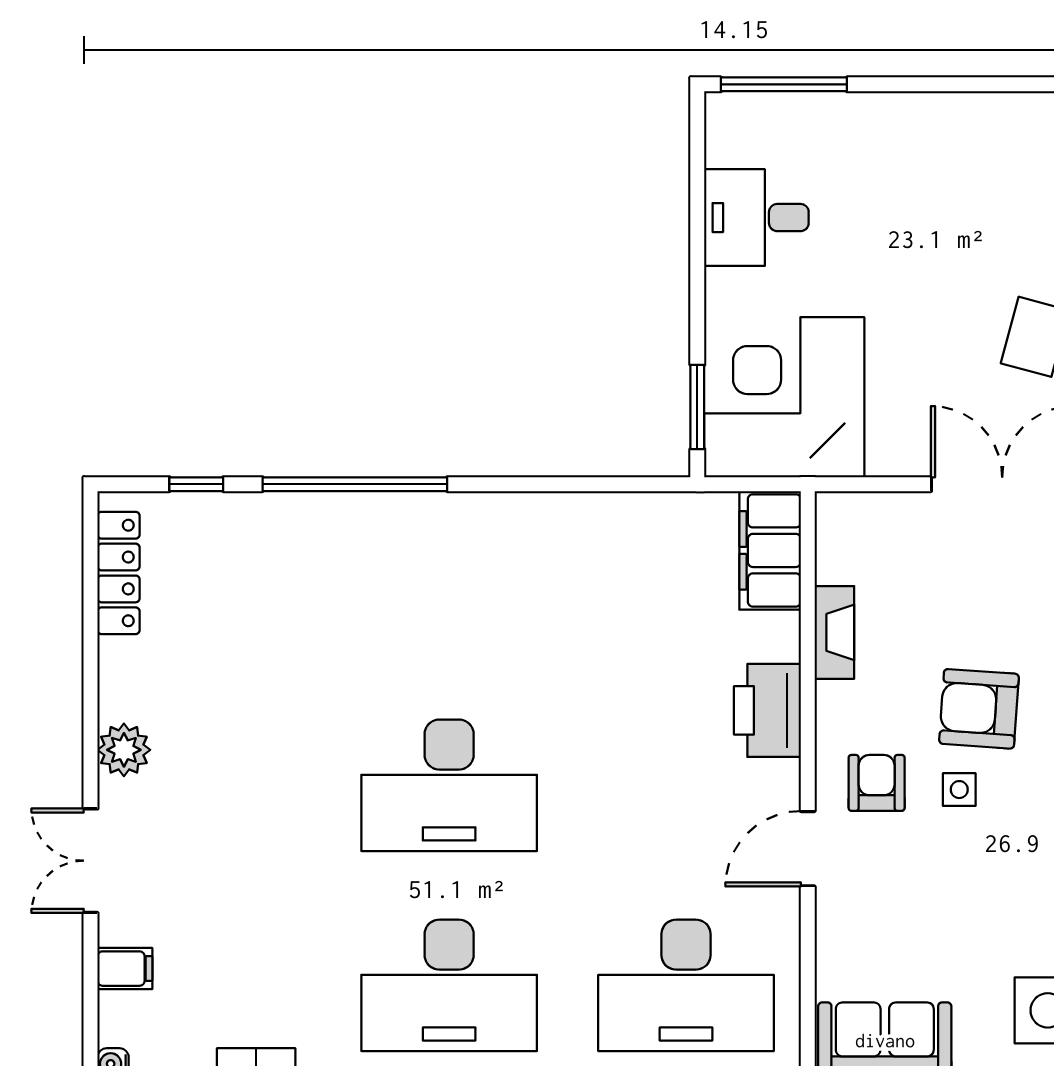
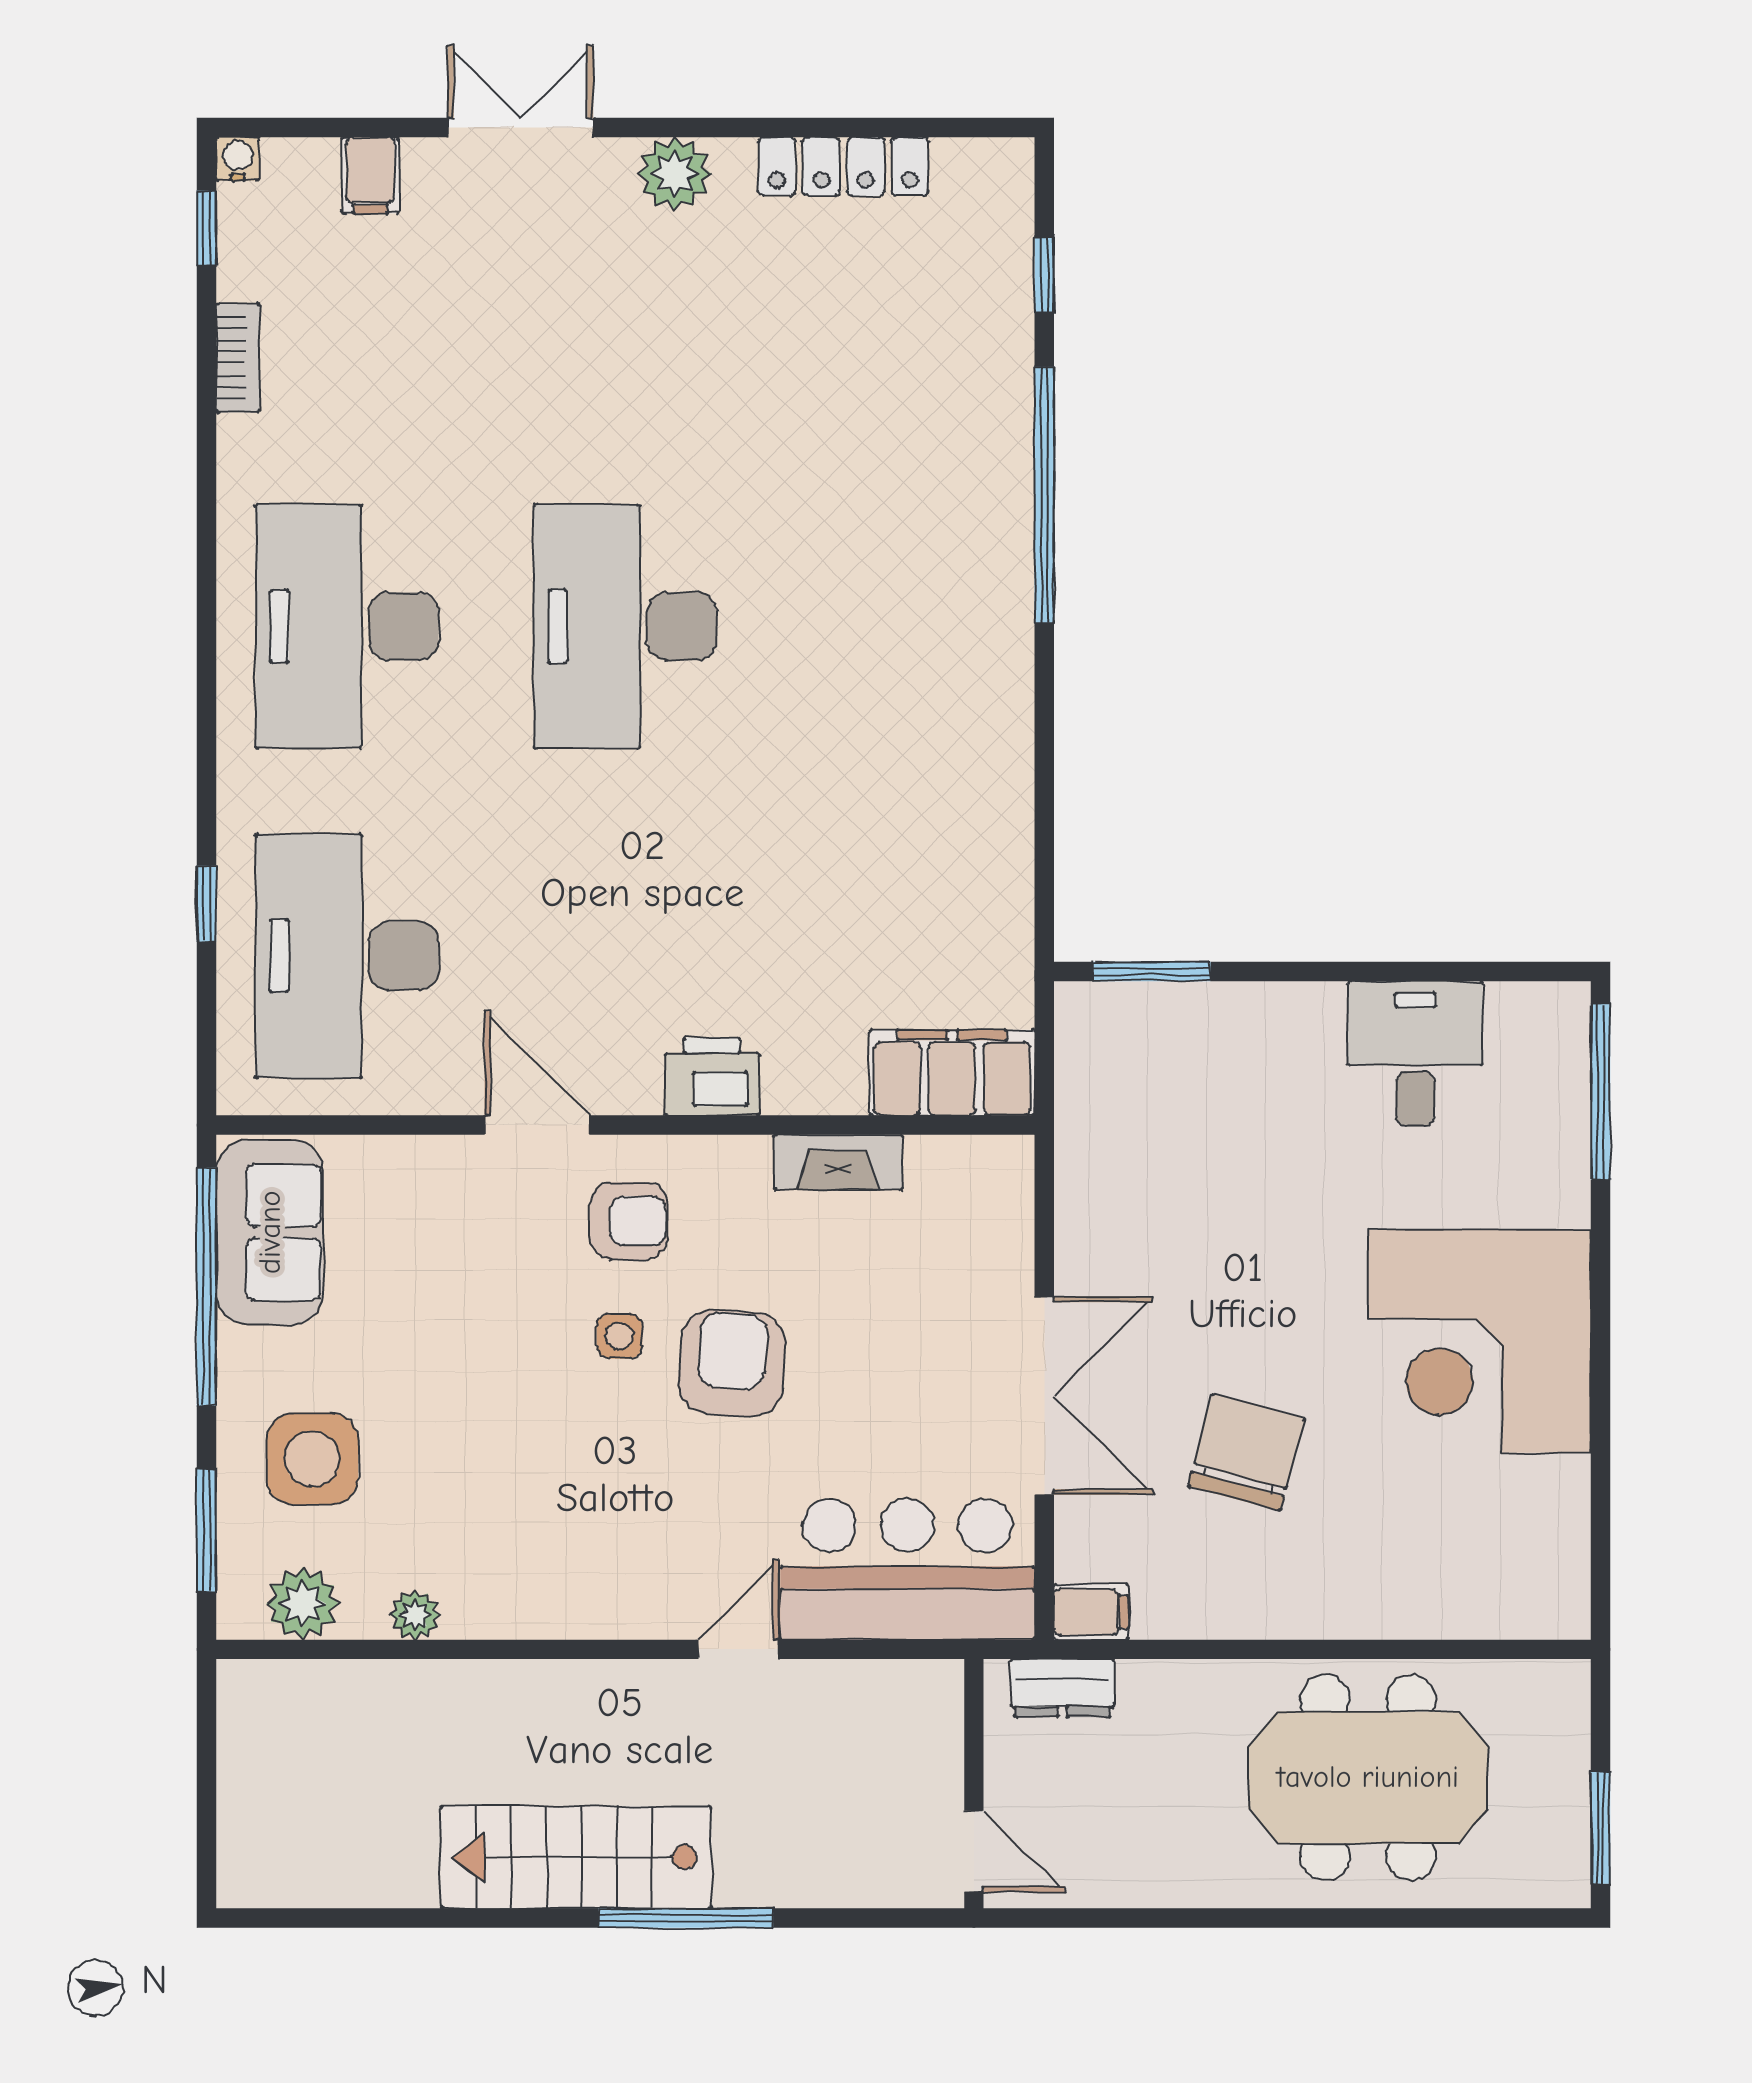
corner desk: (784, 397) -> (1480, 1341), moved, turned 180
locker: (119, 573) -> (844, 166), moved
printer: (767, 710) -> (712, 1077), width x0.73, depth x0.84

